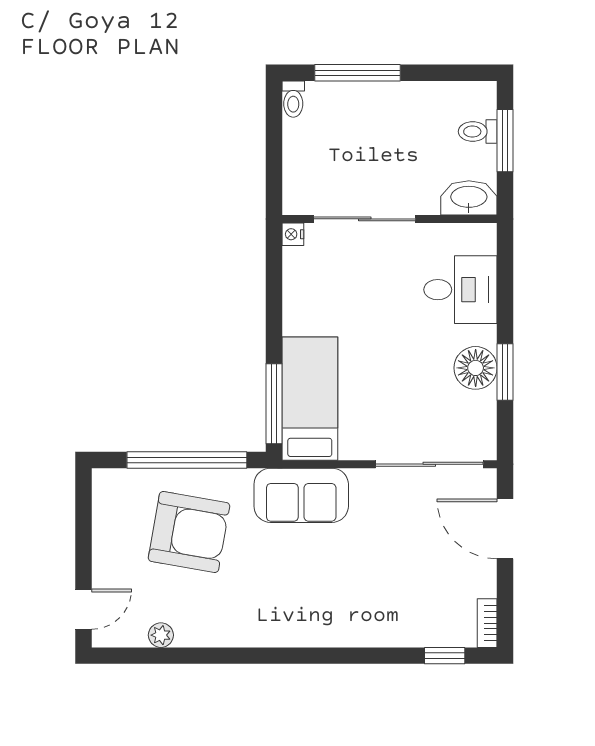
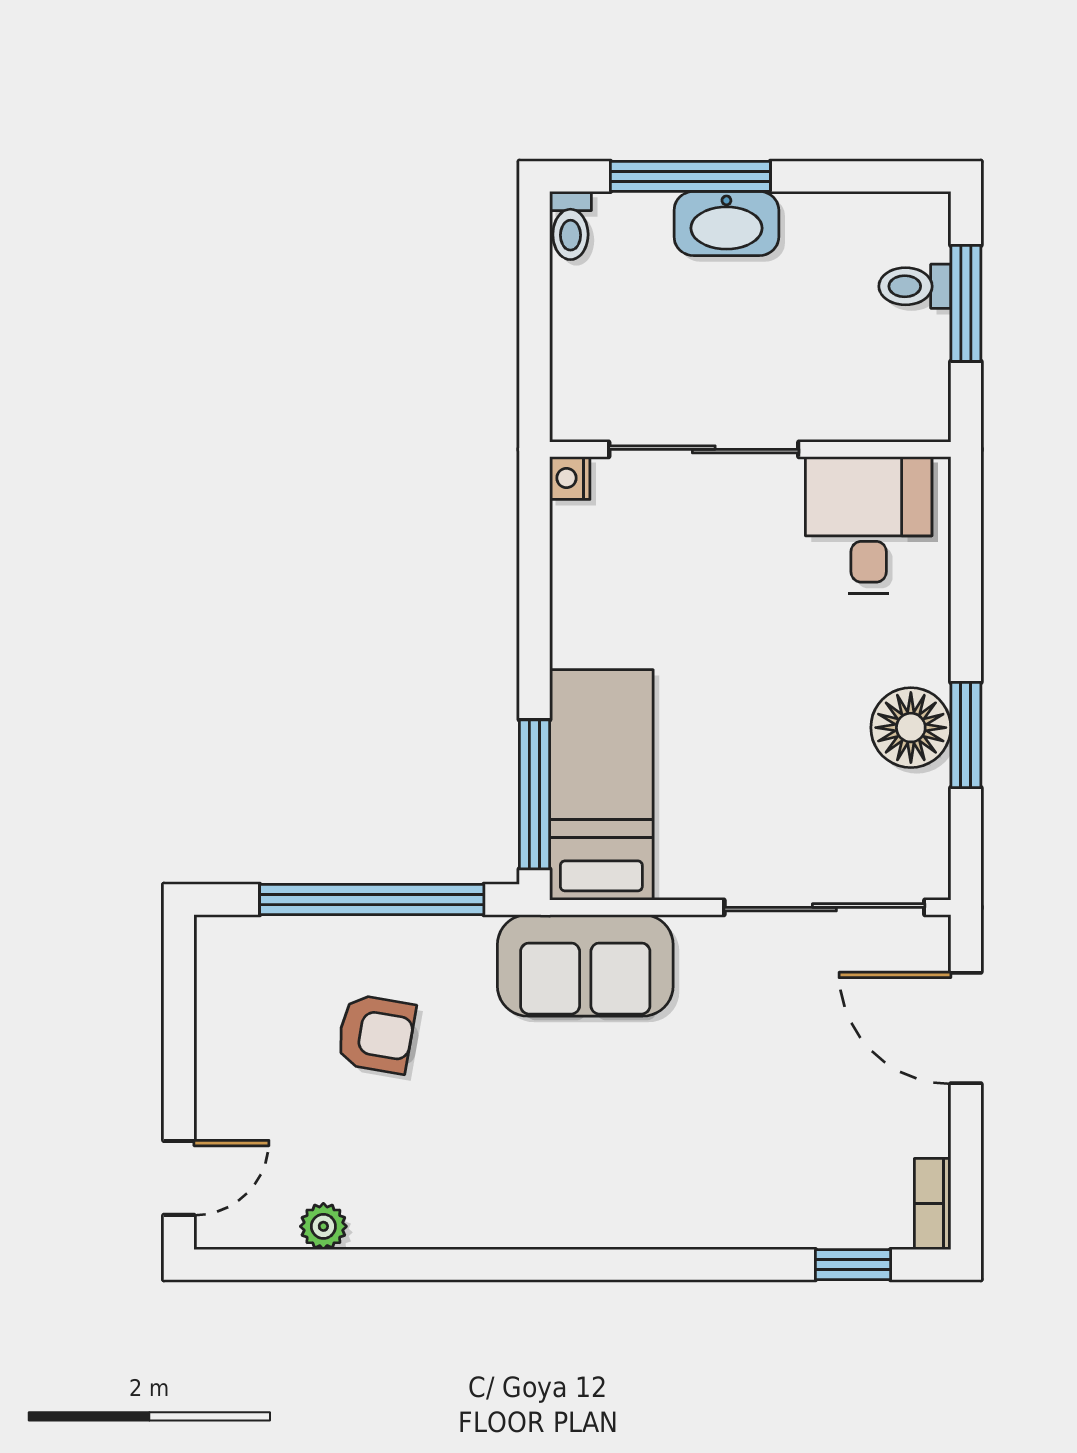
washbasin: (469, 198) -> (726, 224), moved, turned 180
desk: (460, 290) -> (869, 525), moved, turned -90
armchair: (189, 532) -> (376, 1034), width x0.53, depth x0.53

